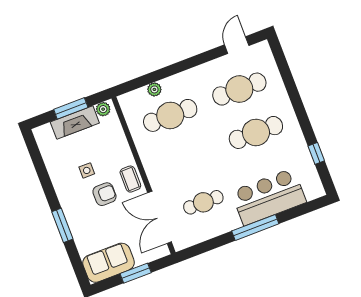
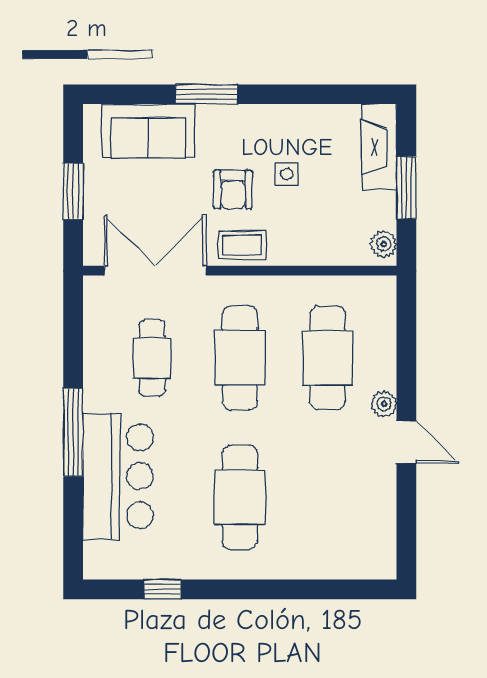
door: (237, 45) -> (406, 442), moved
plant: (154, 89) -> (384, 404), moved
cafe table: (239, 89) -> (240, 358), moved
fireplace: (75, 122) -> (379, 147), moved
sofa: (109, 263) -> (148, 131), moved, turned 90

